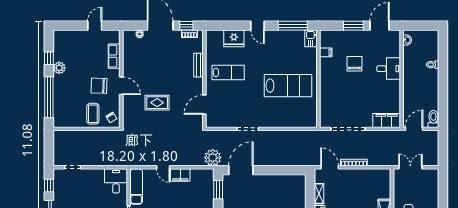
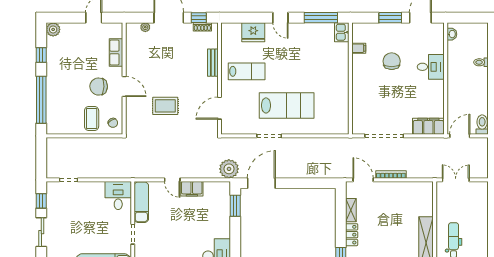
plant: (59, 68) -> (53, 29), moved
lab bench: (288, 86) -> (287, 105), moved

